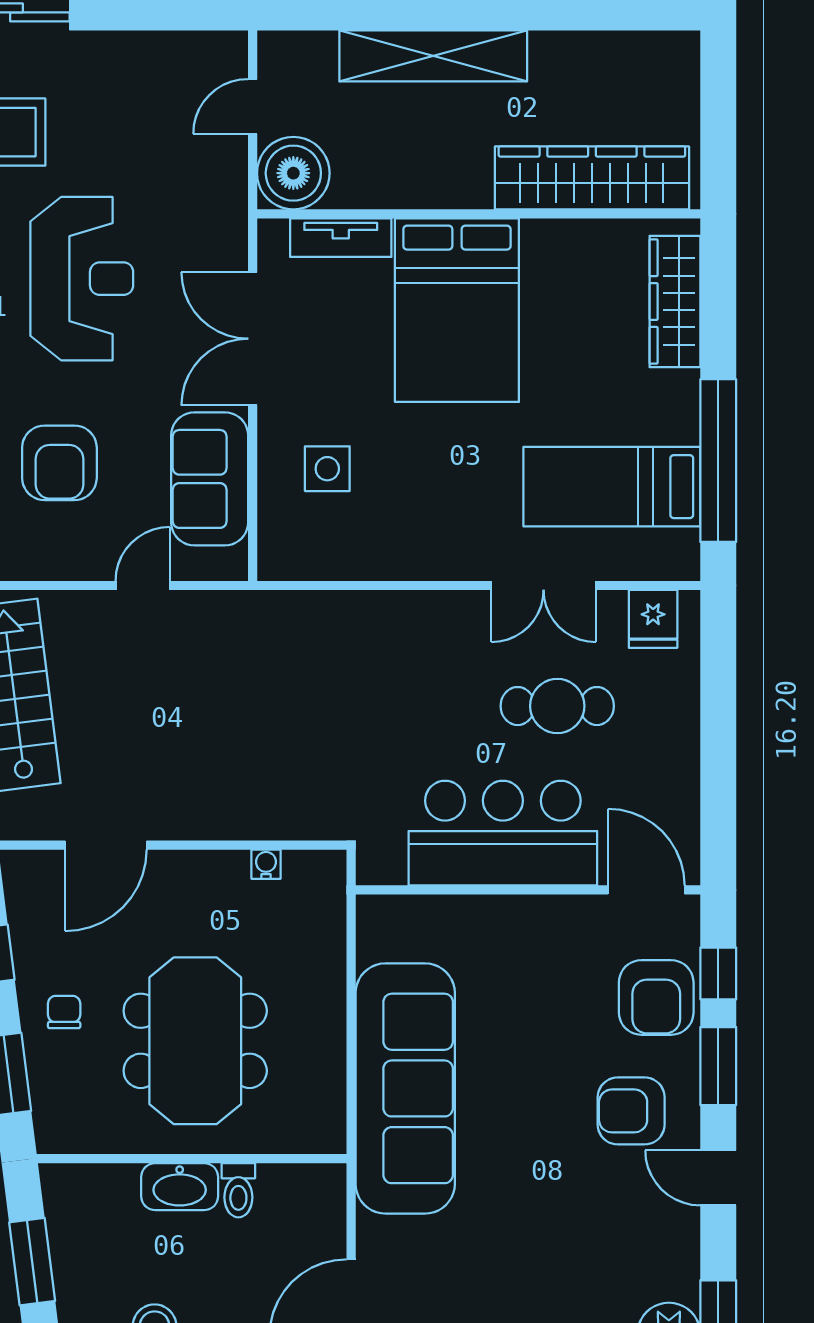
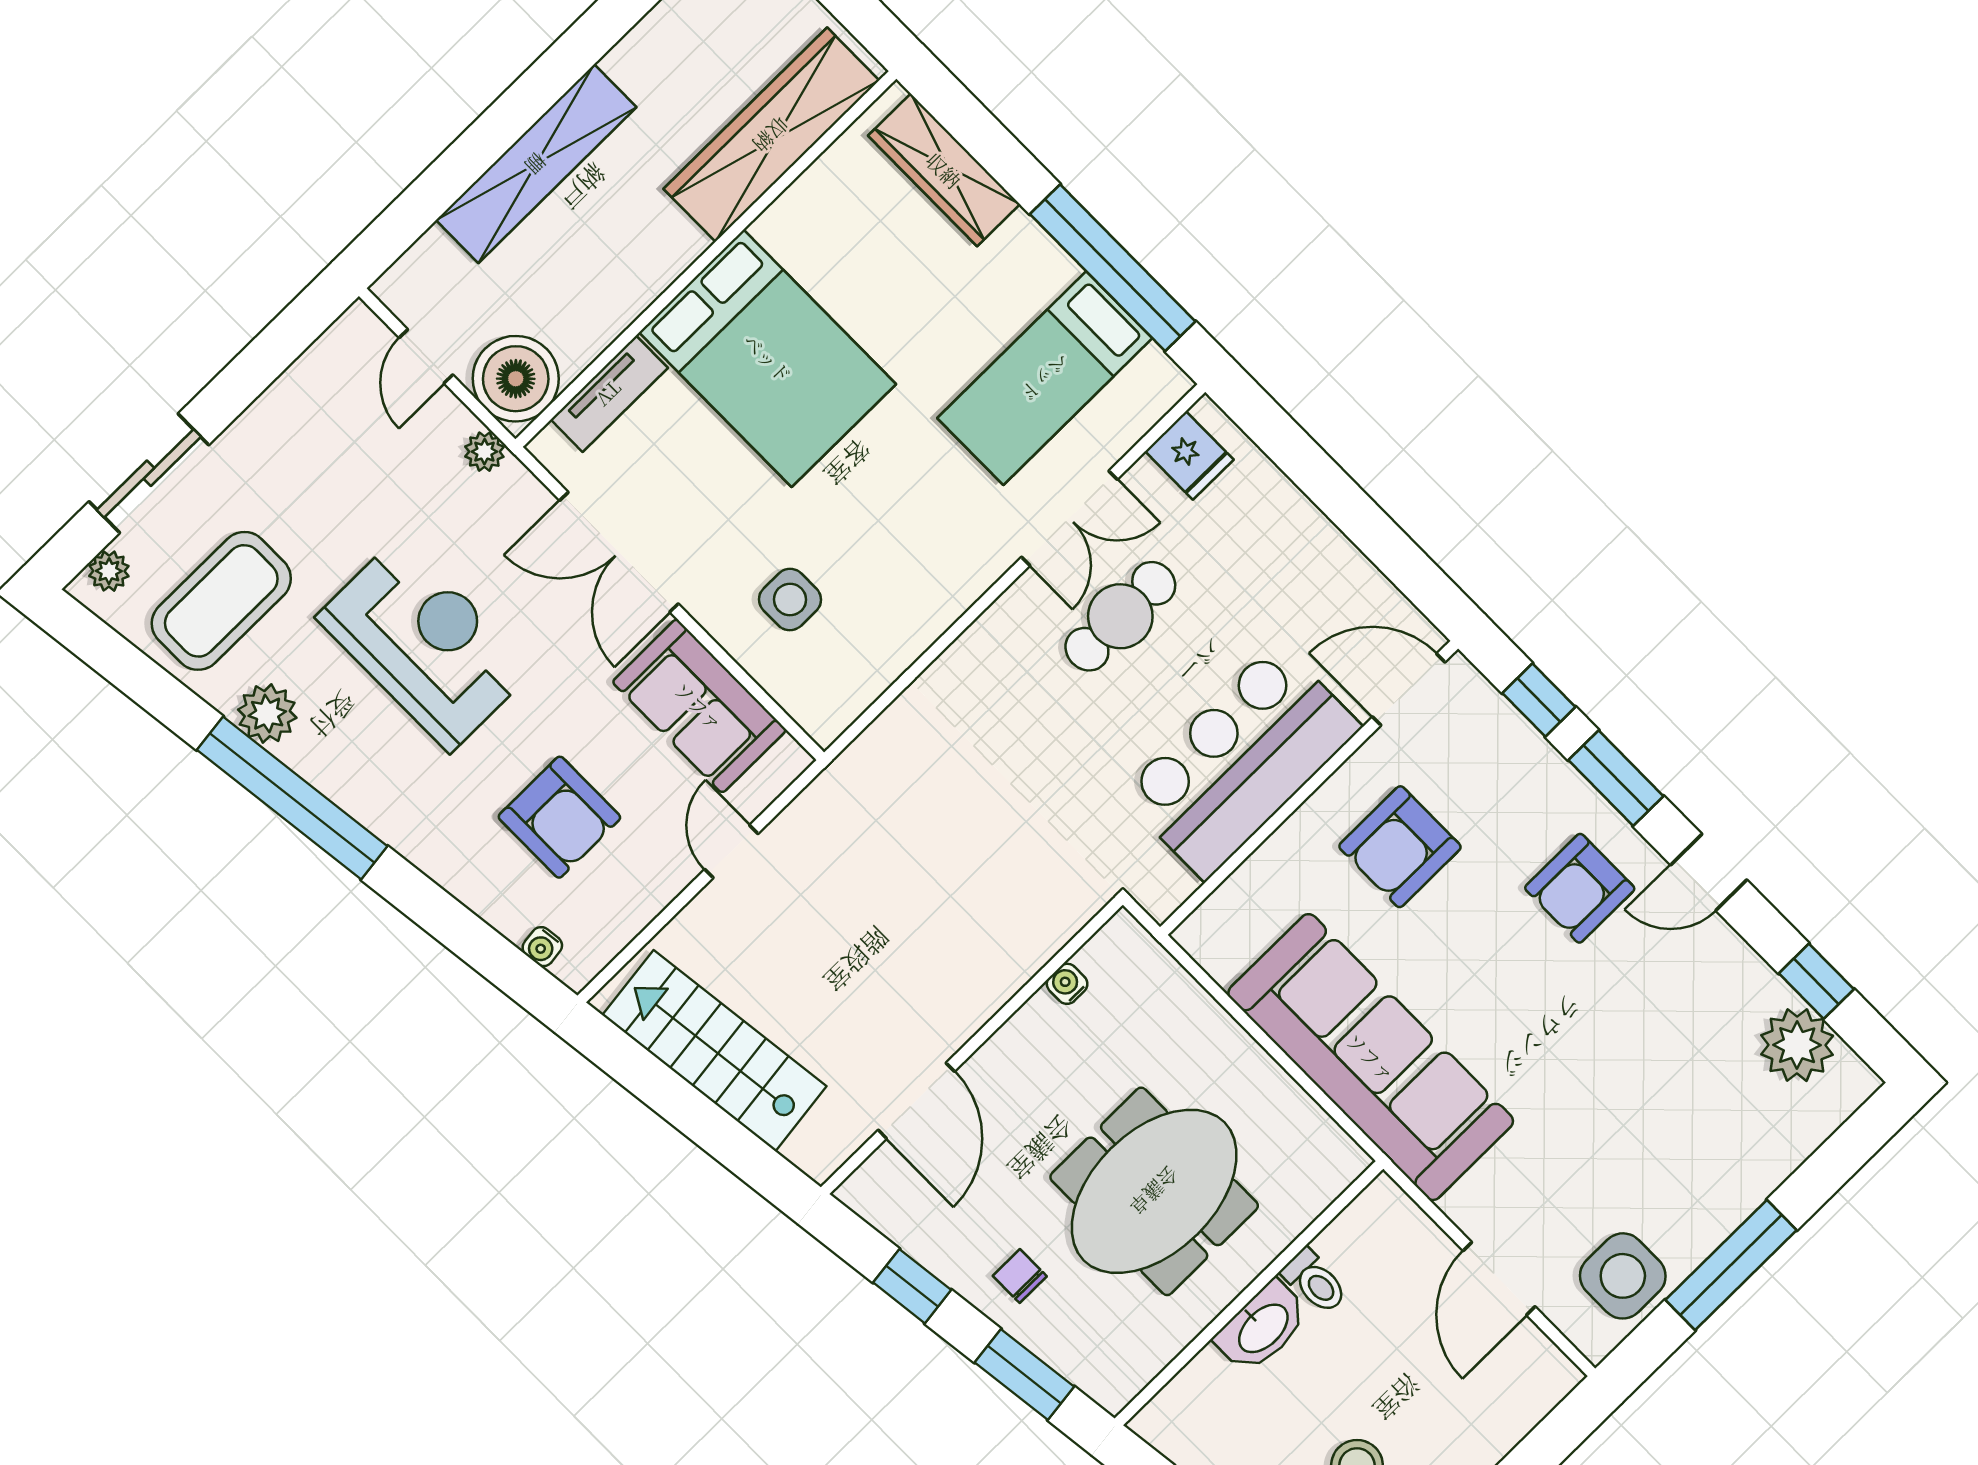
plant: (231, 198) -> (484, 452), added
cafe table: (557, 706) -> (1120, 616), moved
armchair: (656, 997) -> (1400, 847), moved, turned 90
meeting table: (195, 1041) -> (1154, 1191), turned 90

